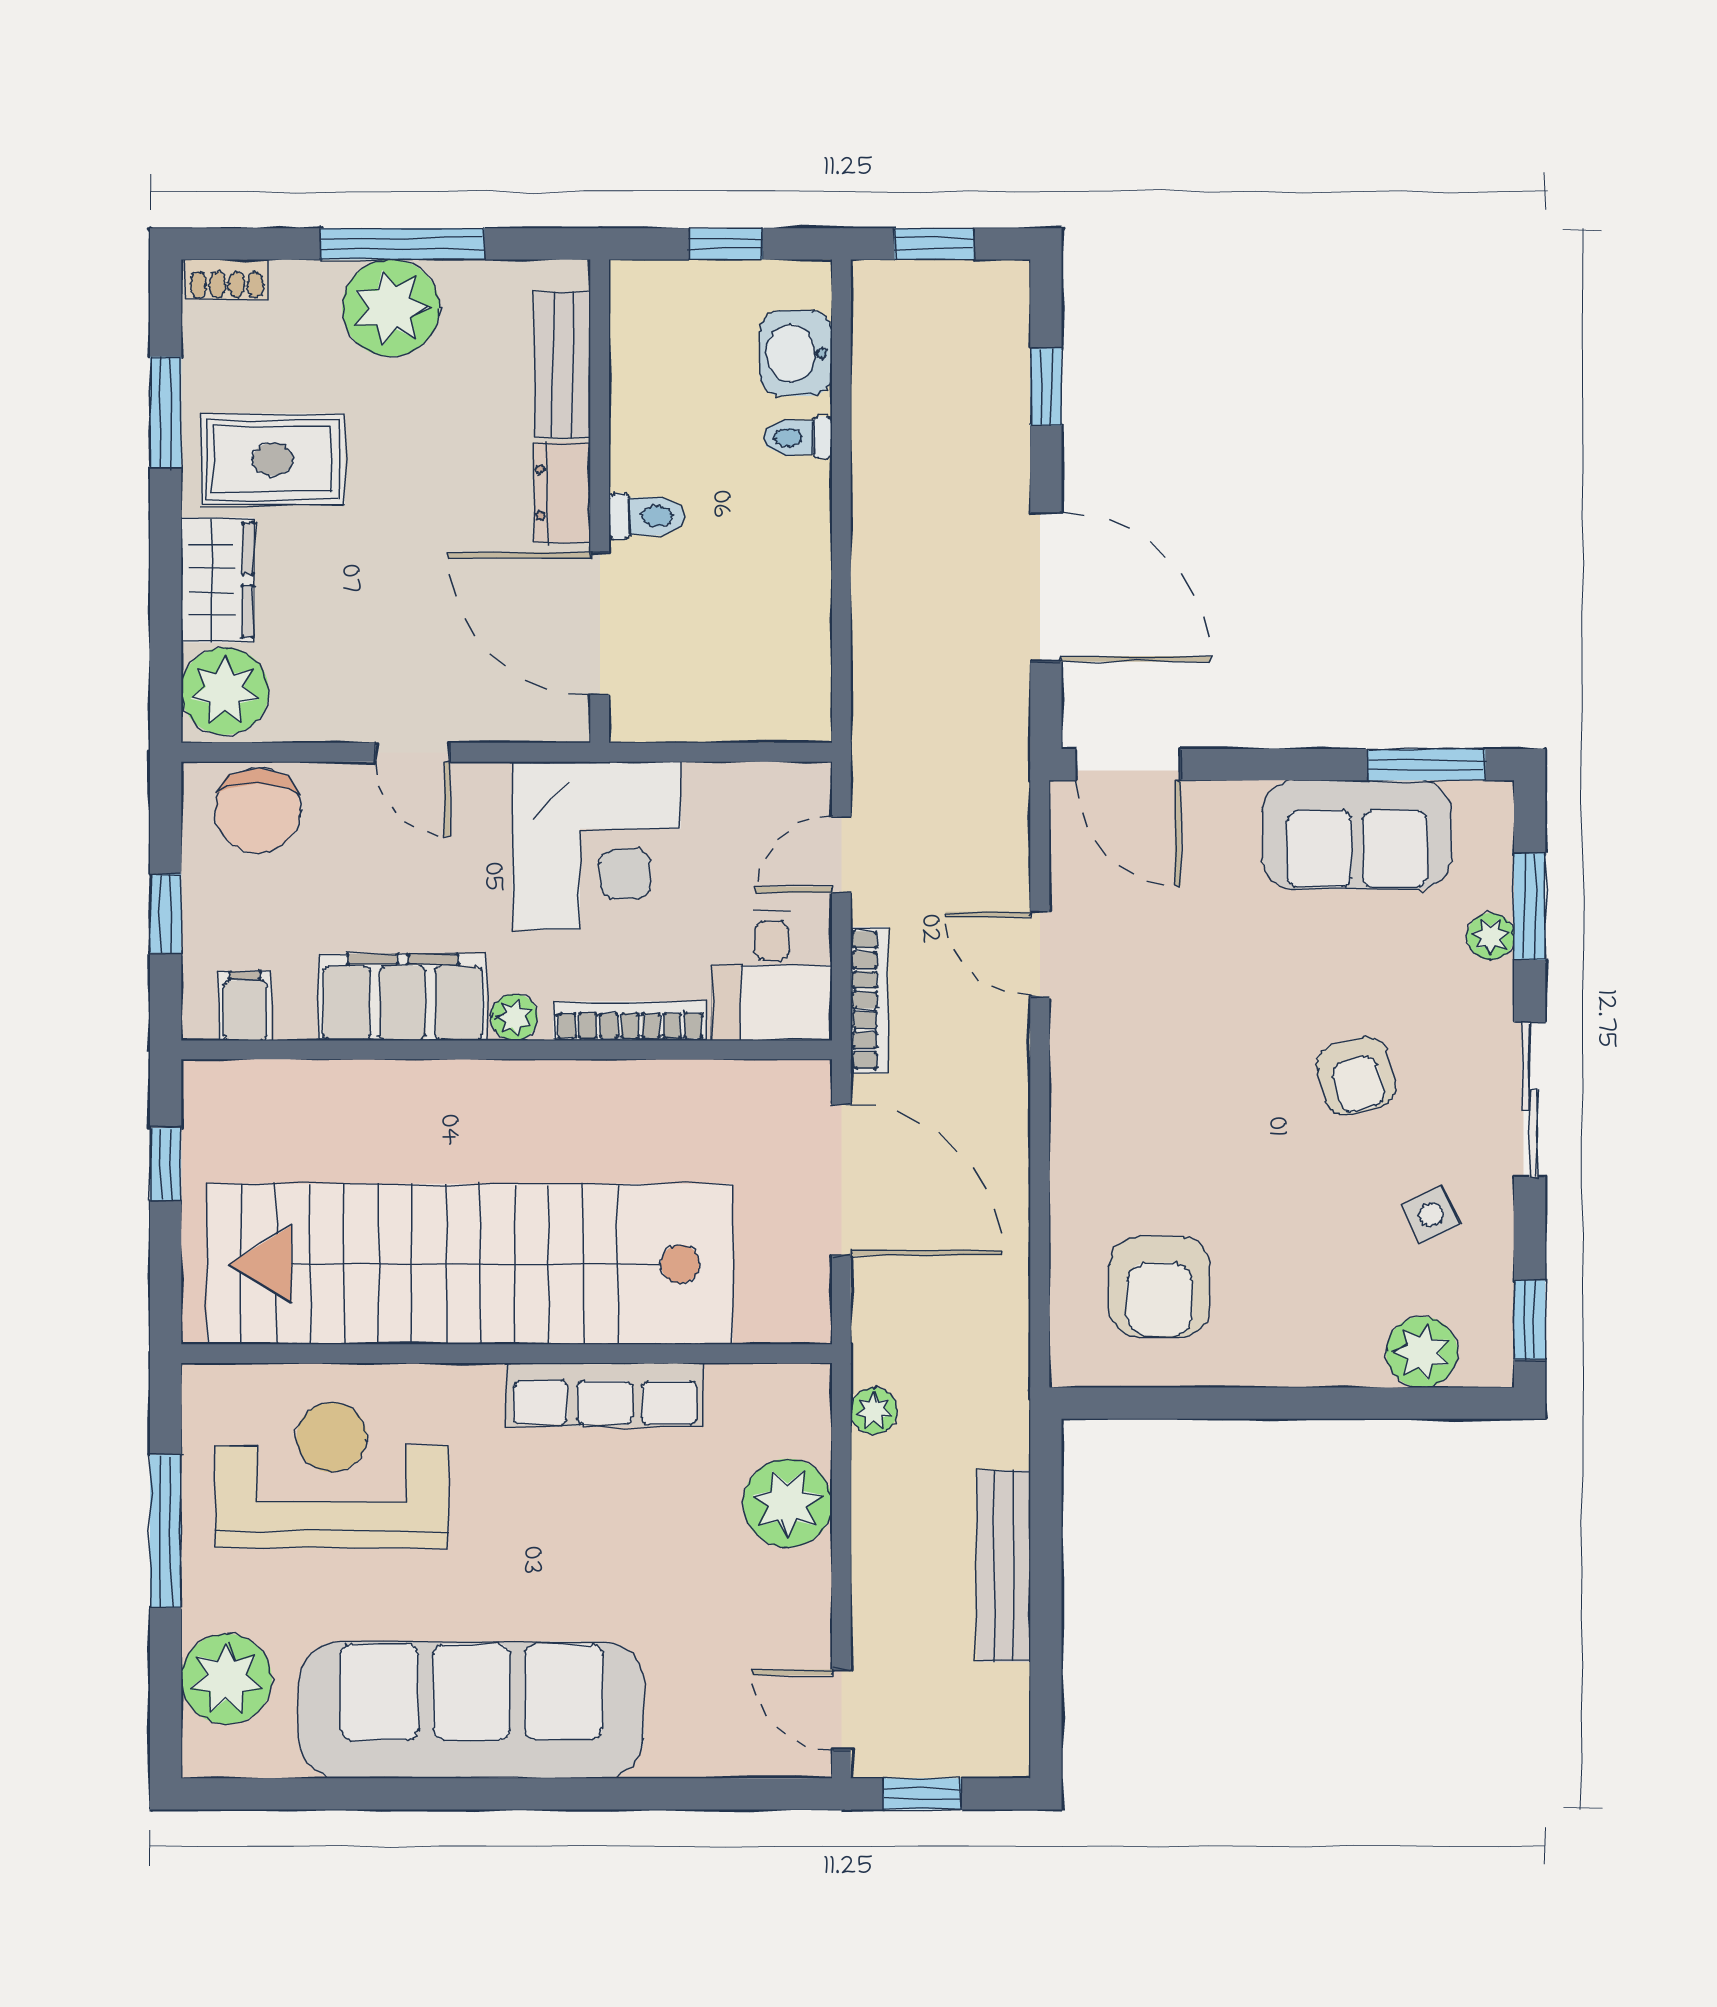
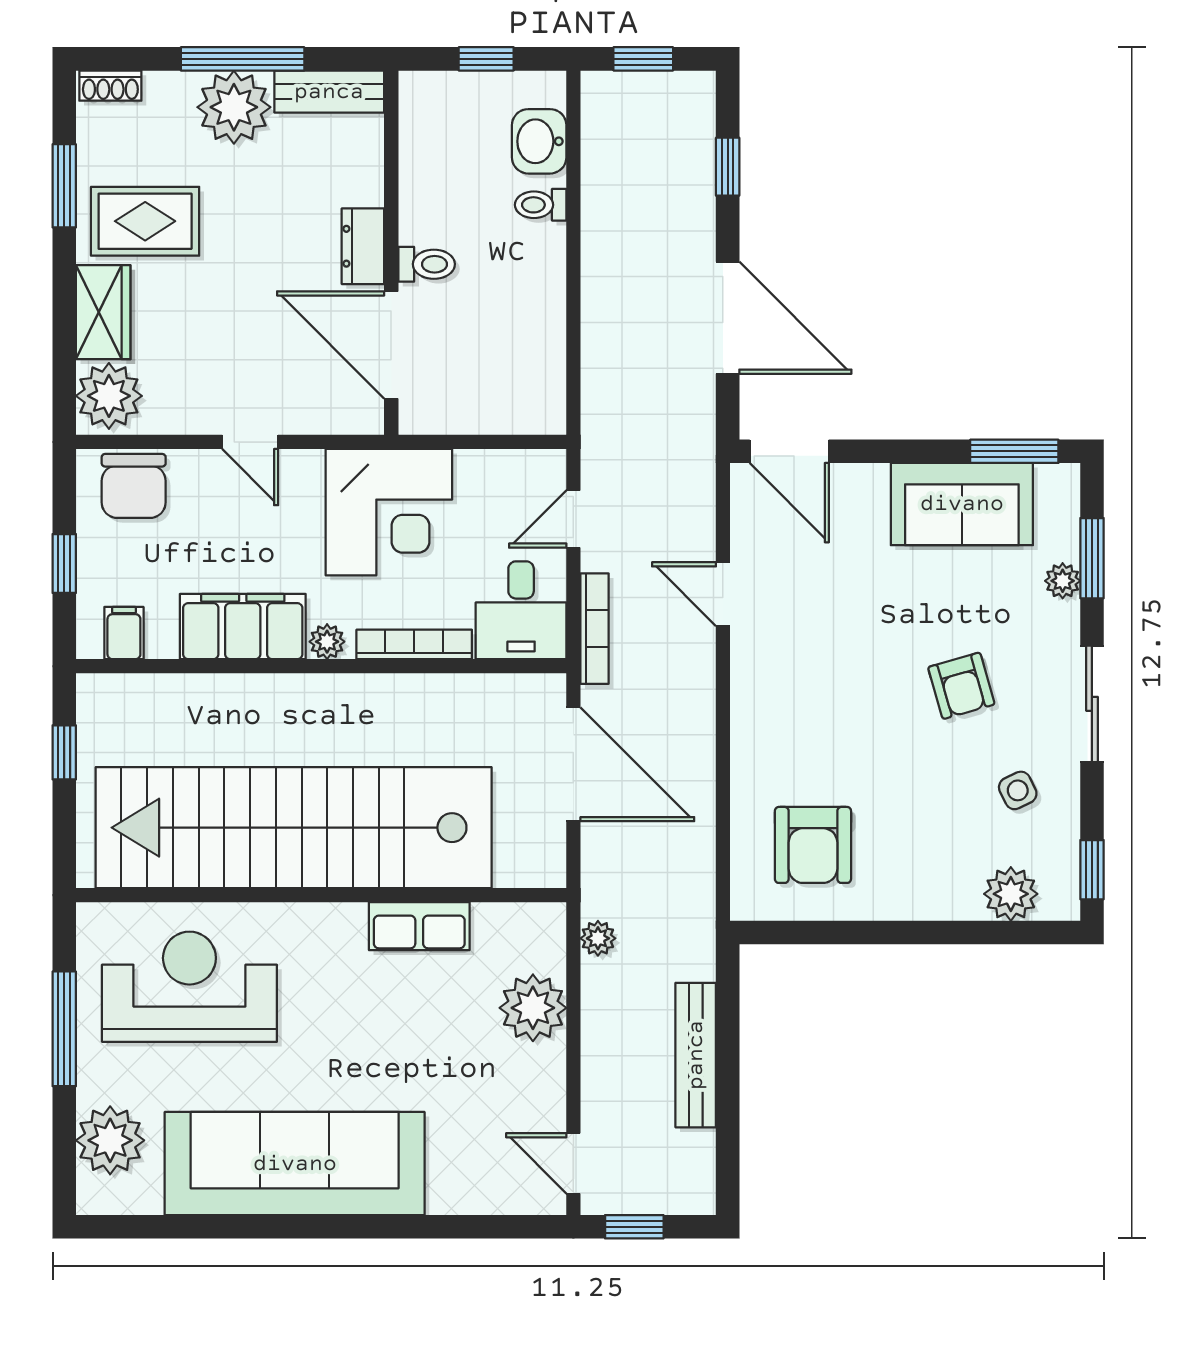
bench: (562, 364) -> (329, 92), moved, turned 90
row of seats: (605, 1395) -> (419, 926), width x0.68

